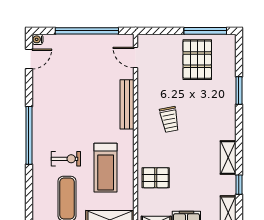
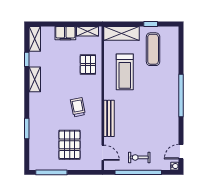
pallet: (197, 60) -> (70, 145), moved
exercise bike: (66, 159) -> (139, 157), moved
treadmill: (106, 168) -> (125, 72), turned 180
pallet: (156, 178) -> (88, 64), turned 90

